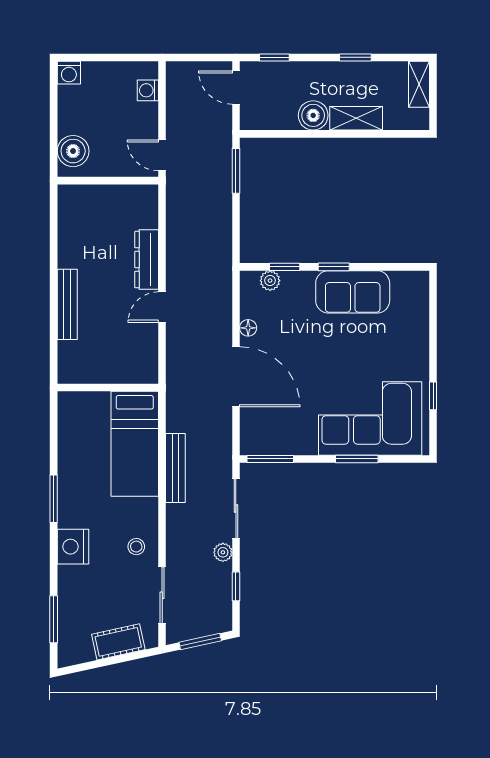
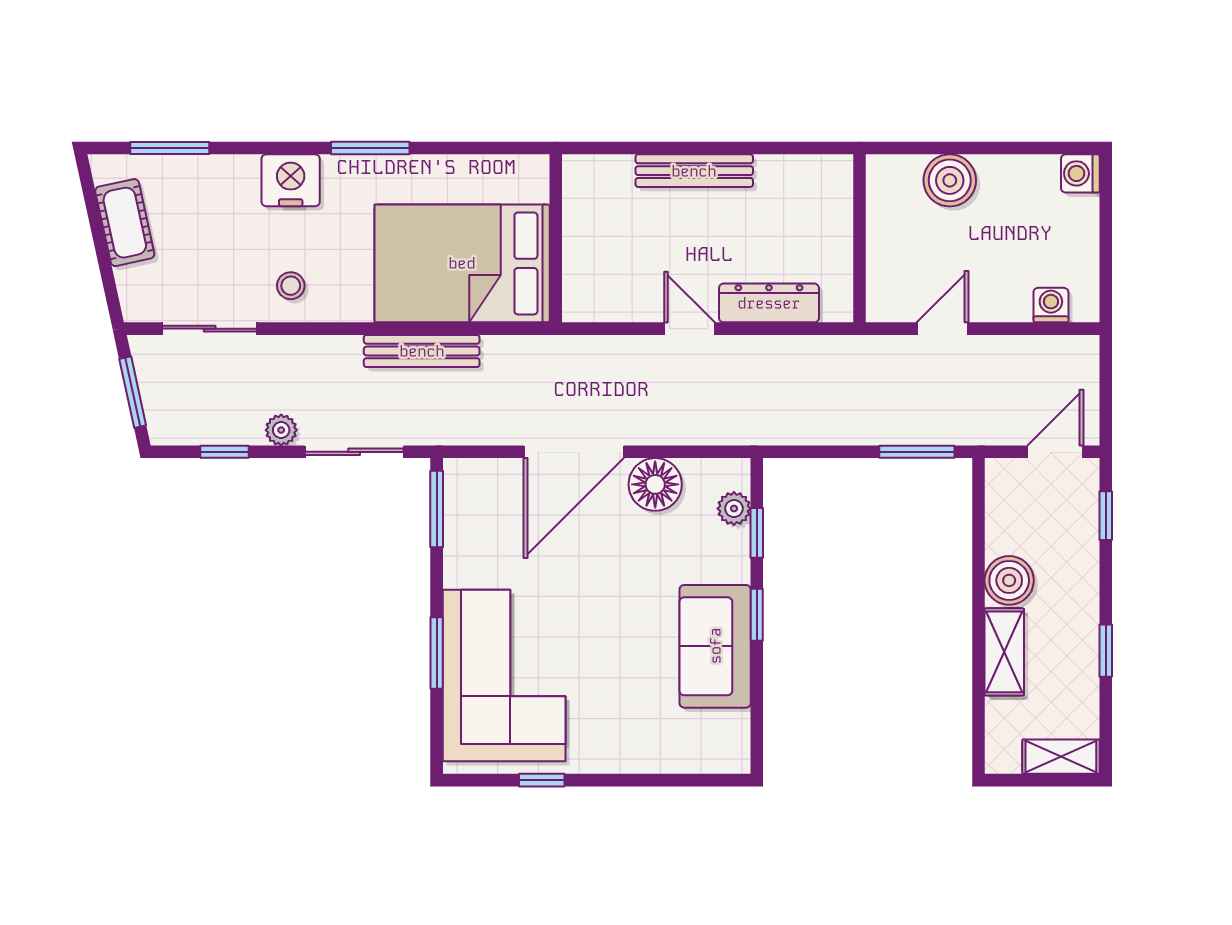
wall: (108, 181) -> (859, 238), moved
floor lamp: (248, 328) -> (655, 484), width x1.89, depth x1.89
bed: (135, 444) -> (462, 263), width x1.50
cot: (118, 642) -> (125, 223), moved

